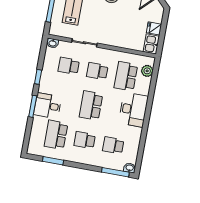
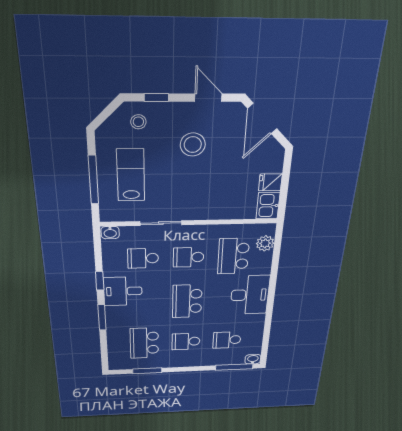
desk: (48, 106) -> (123, 291), moved

